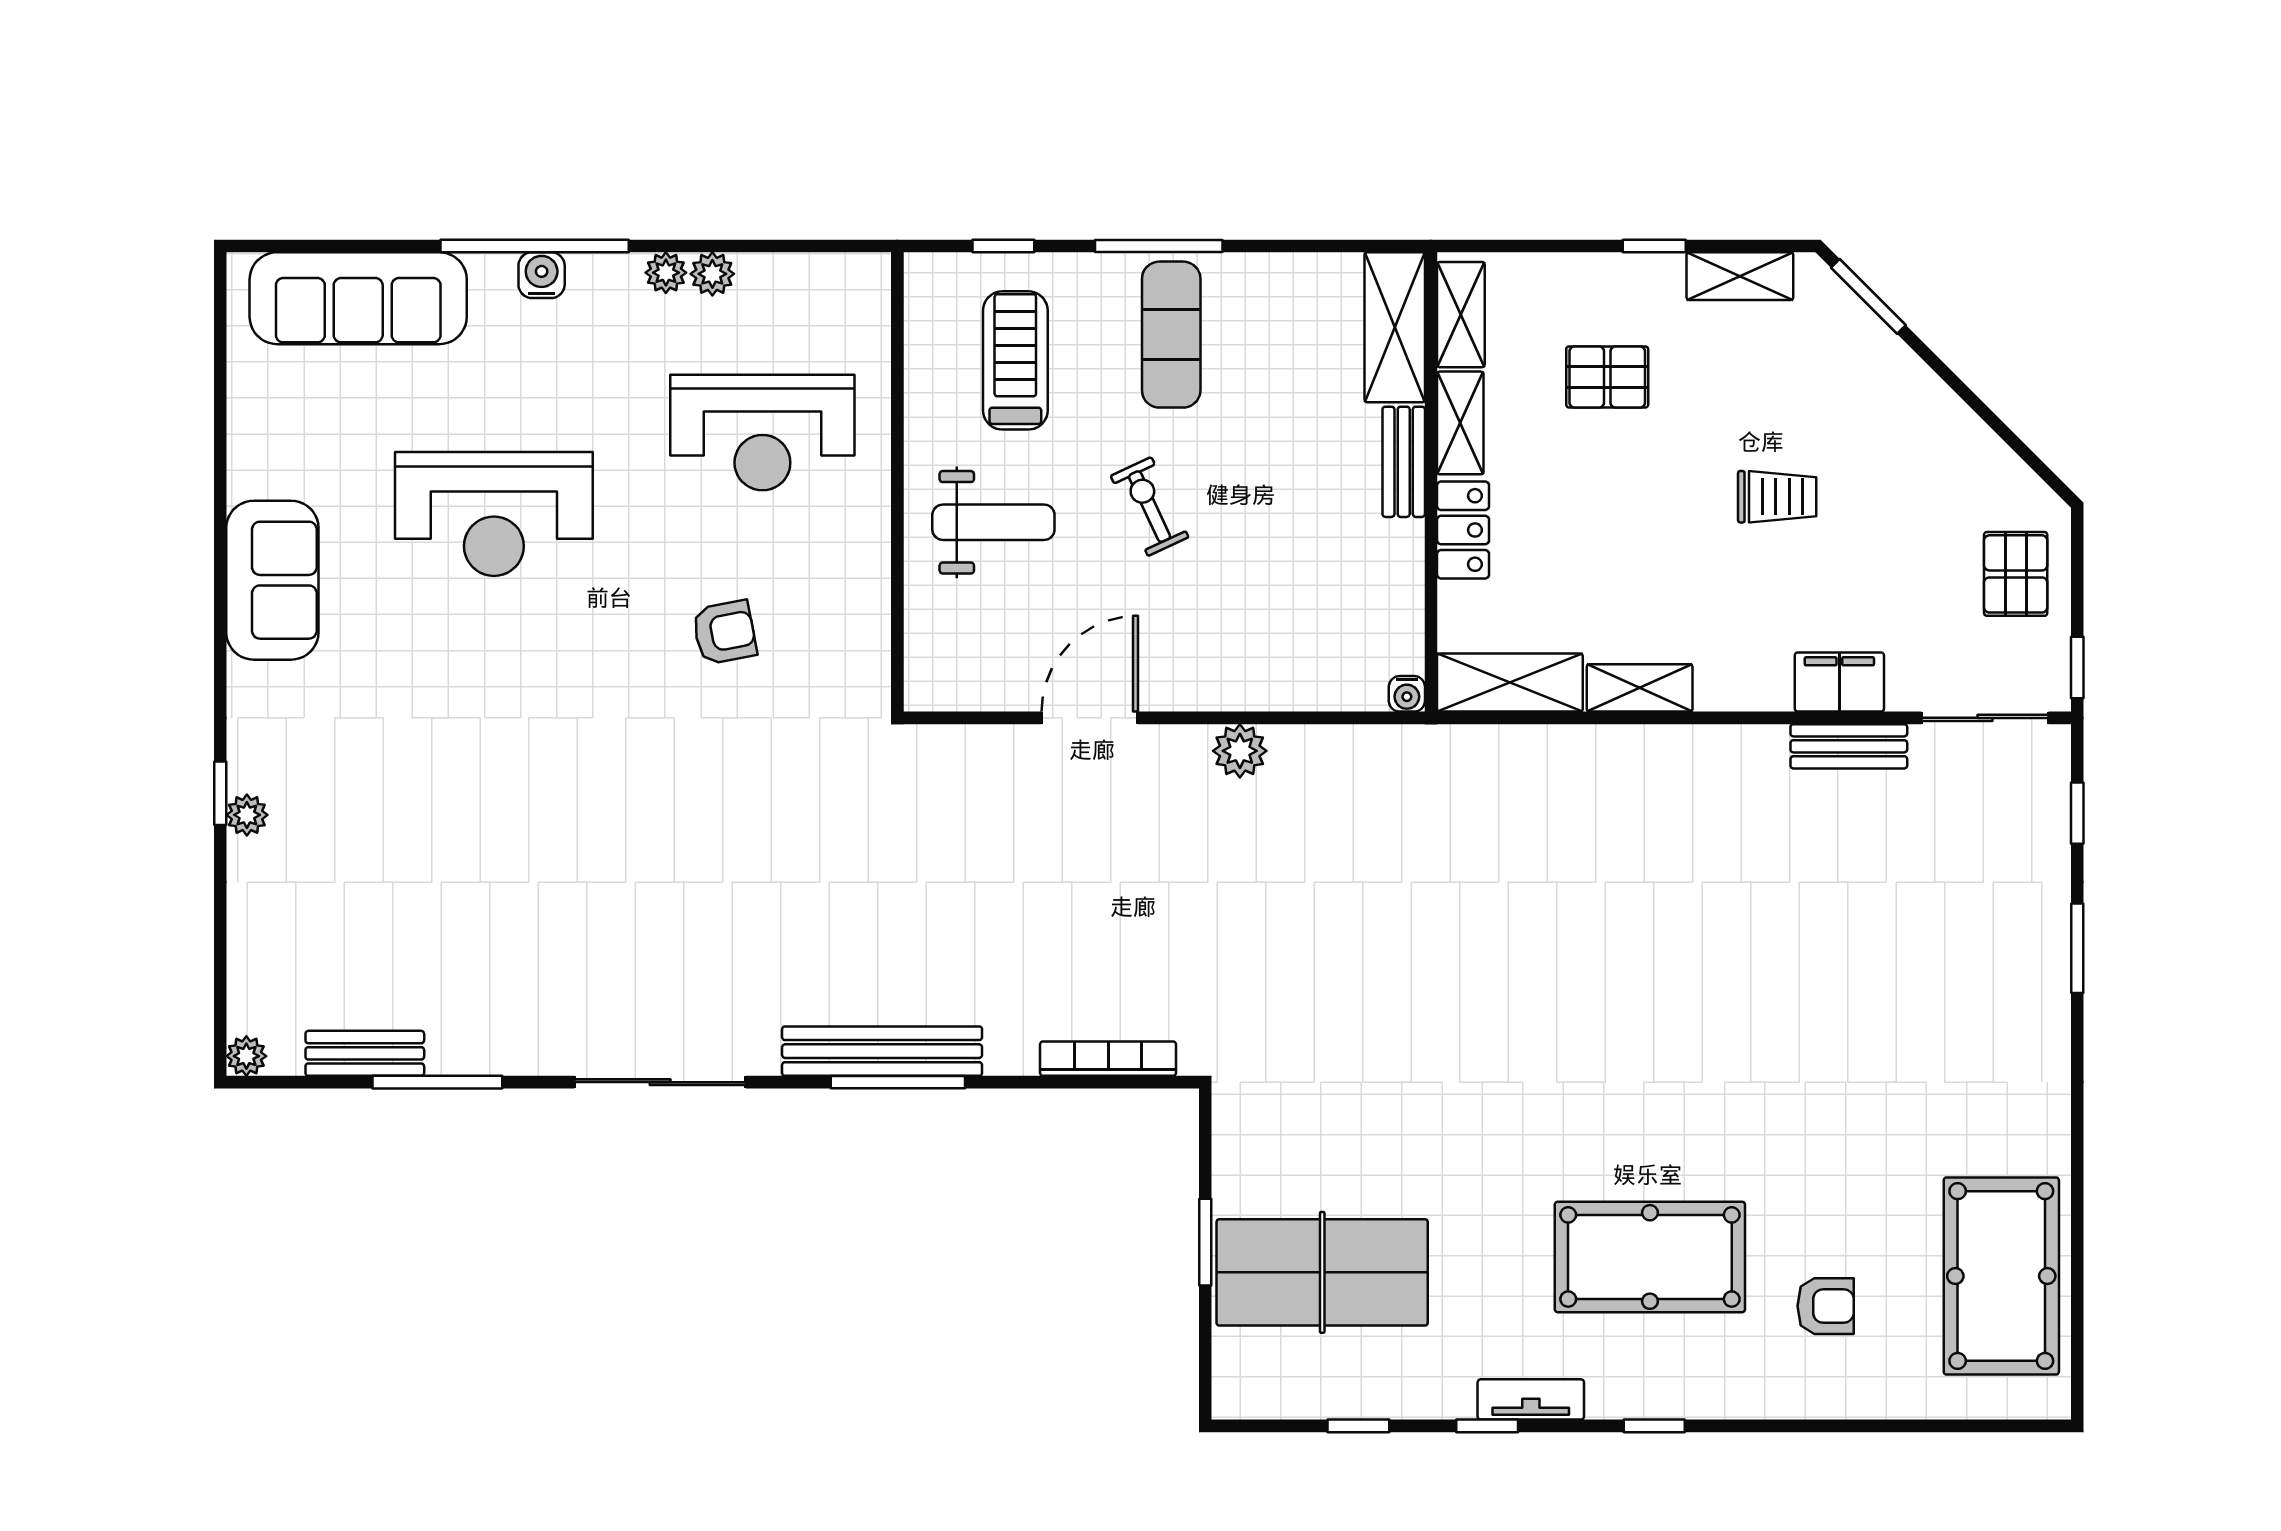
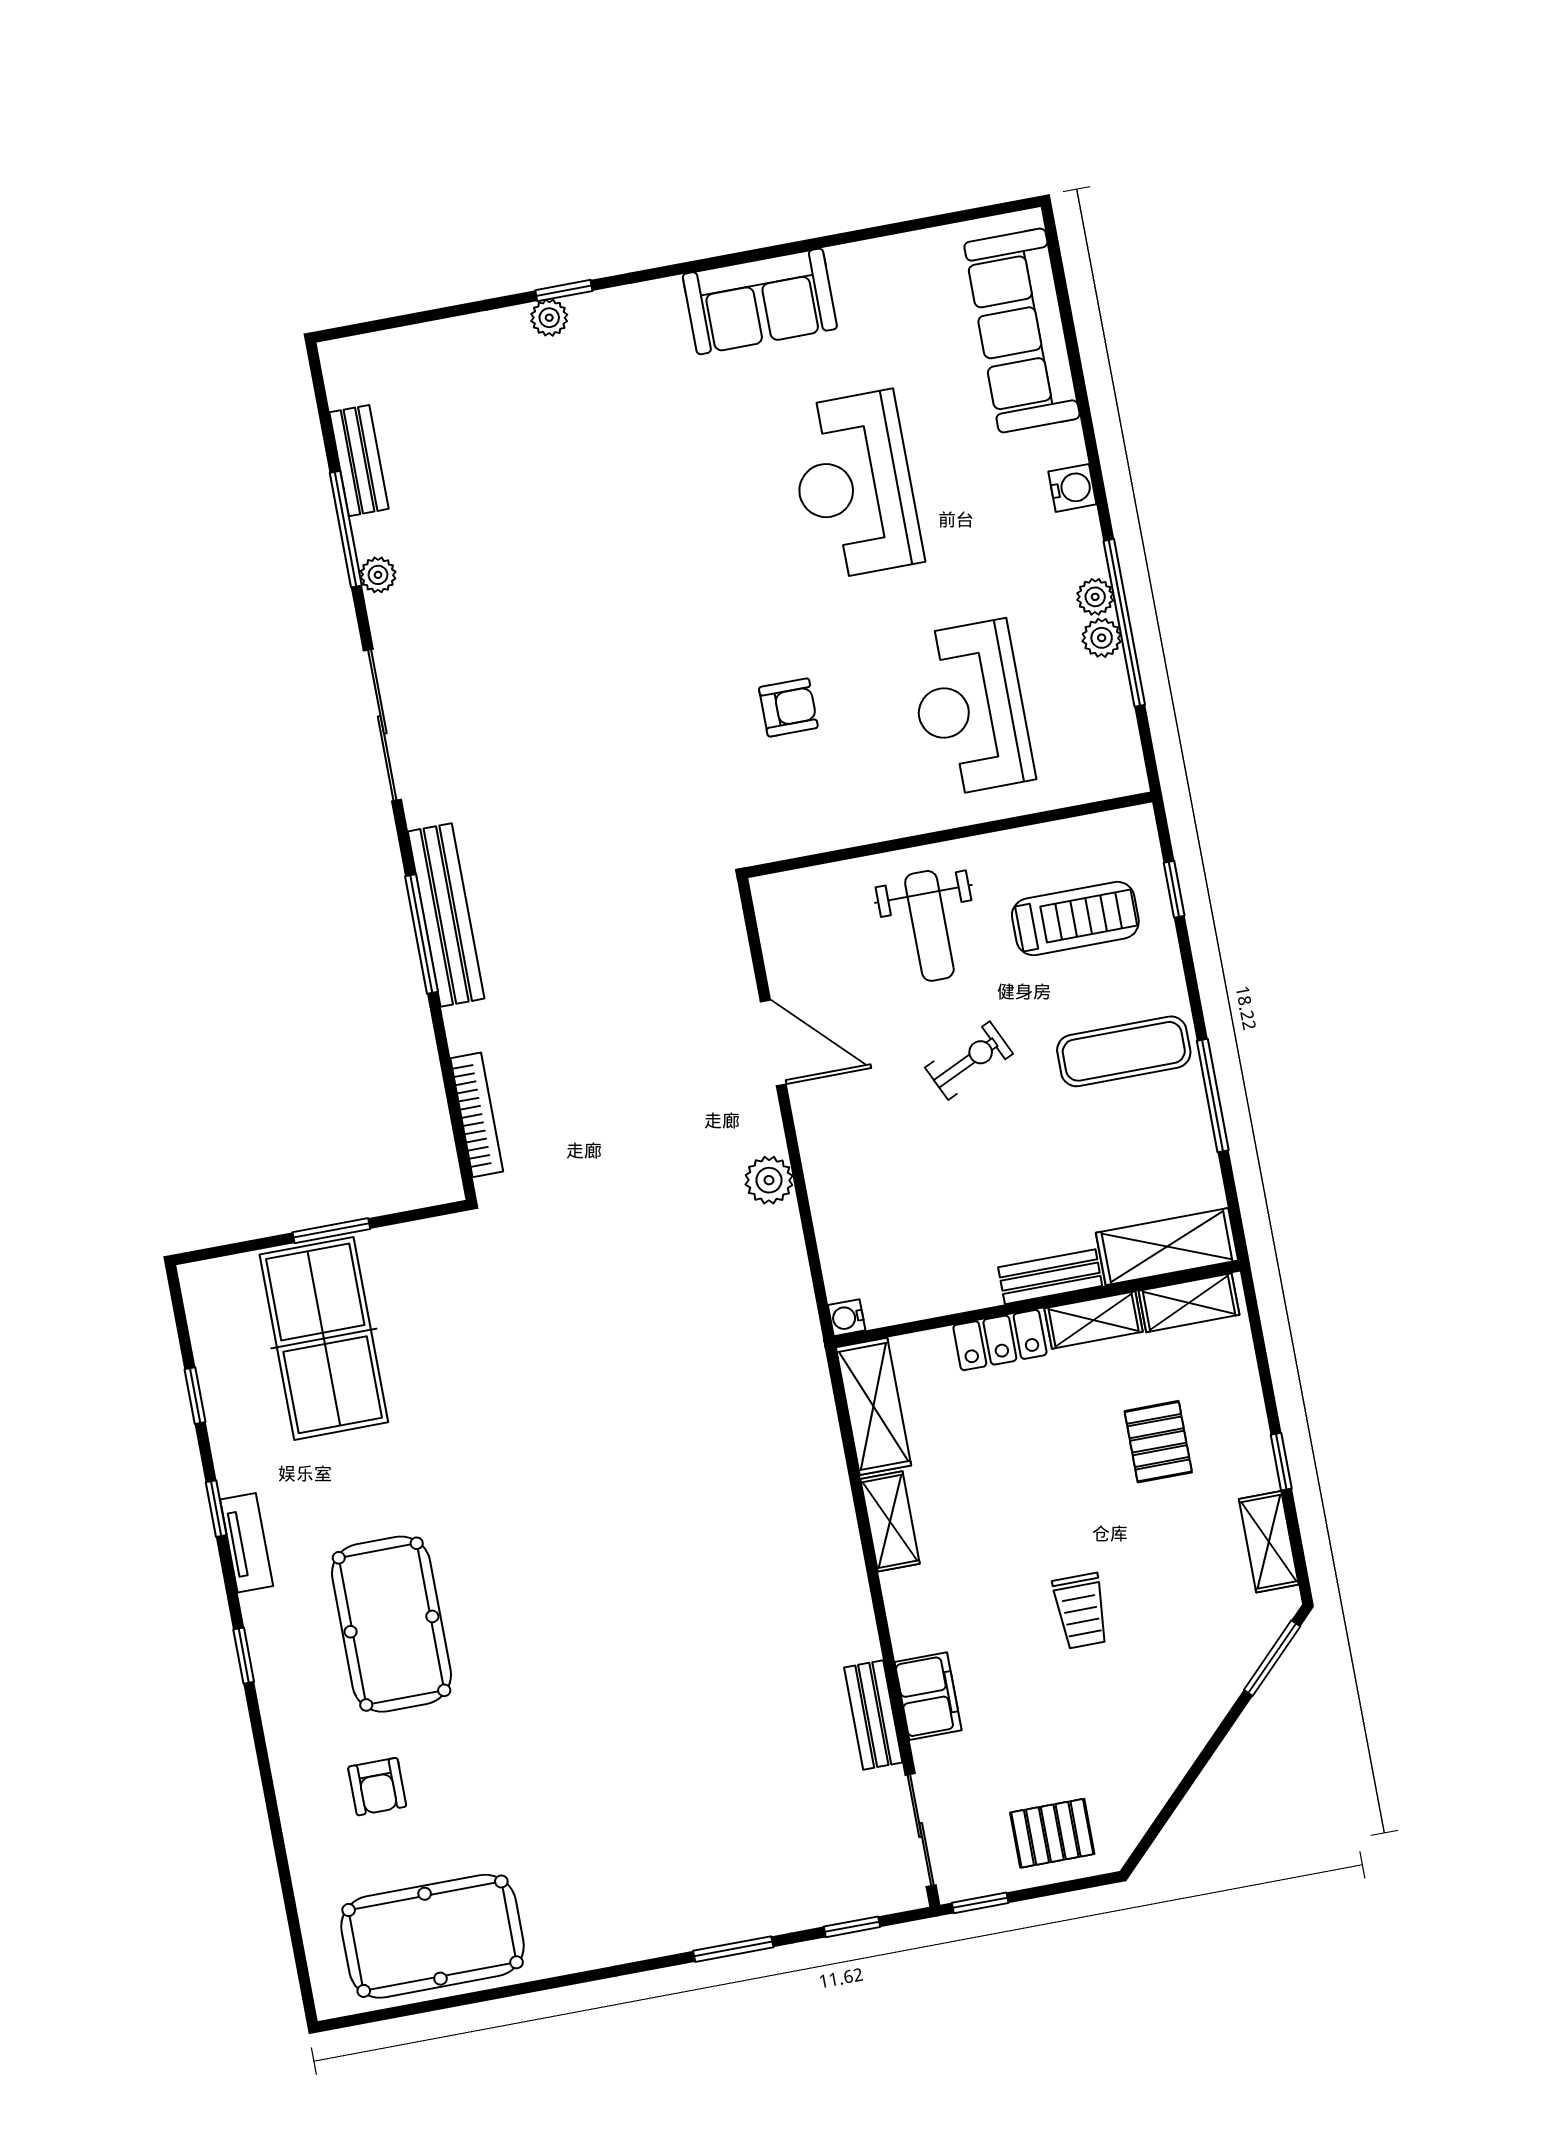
window: (535, 246) -> (1124, 623), moved
window: (1159, 246) -> (1213, 1095), moved
armchair: (724, 632) -> (788, 707), turned -79
plant: (246, 1056) -> (378, 575), moved

